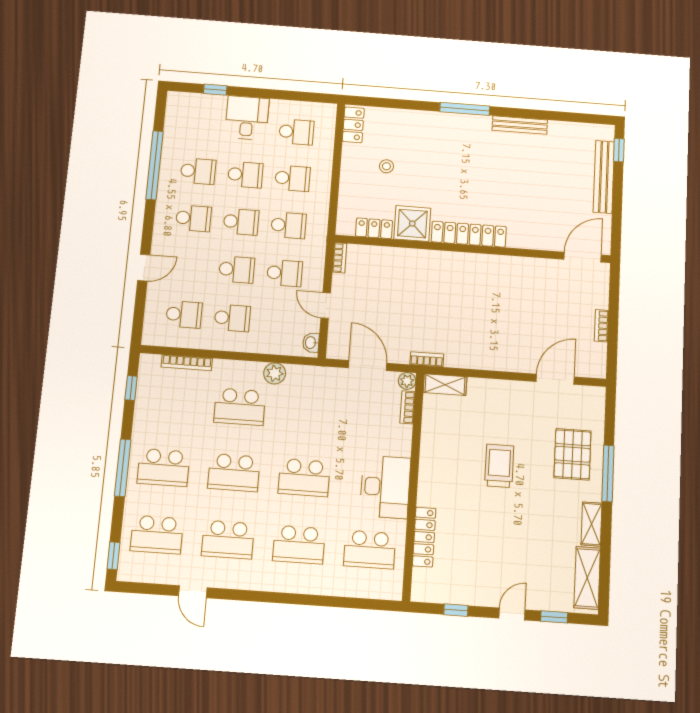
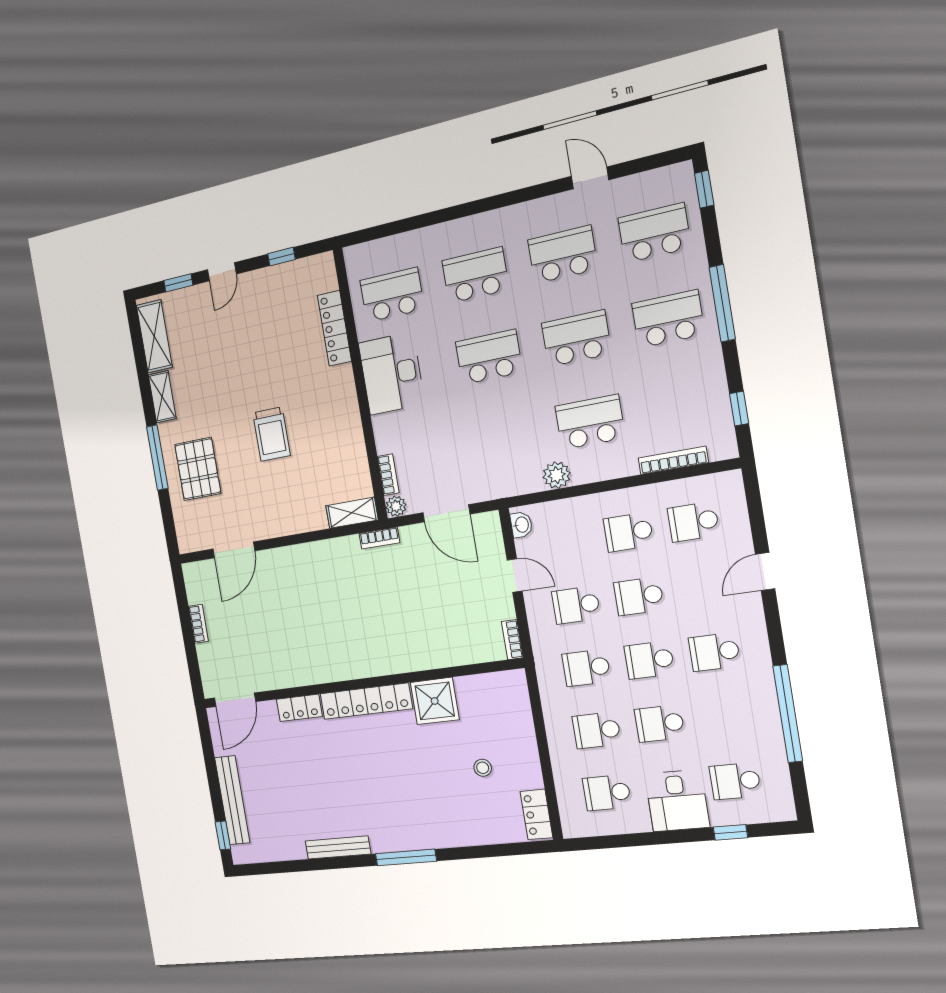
school desk: (198, 171) -> (735, 781), moved
locker: (374, 228) -> (299, 708), moved

